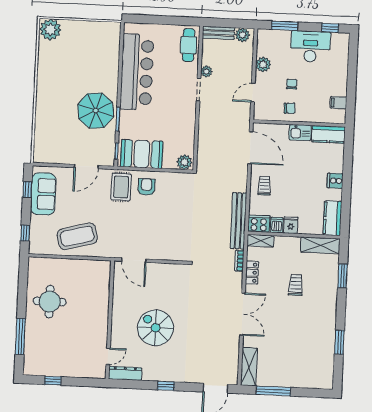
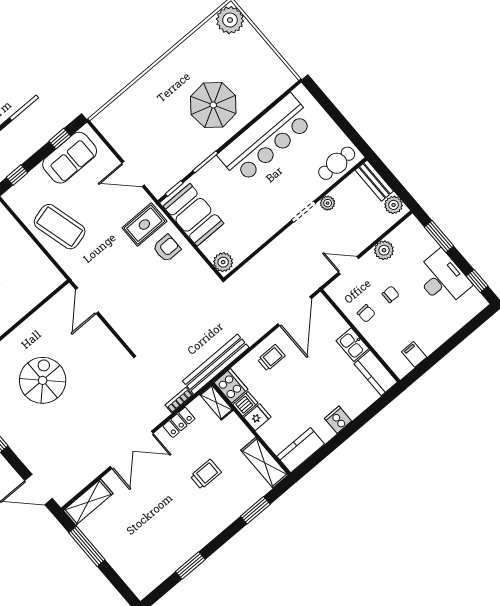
parasol: (96, 111) -> (213, 105), moved

